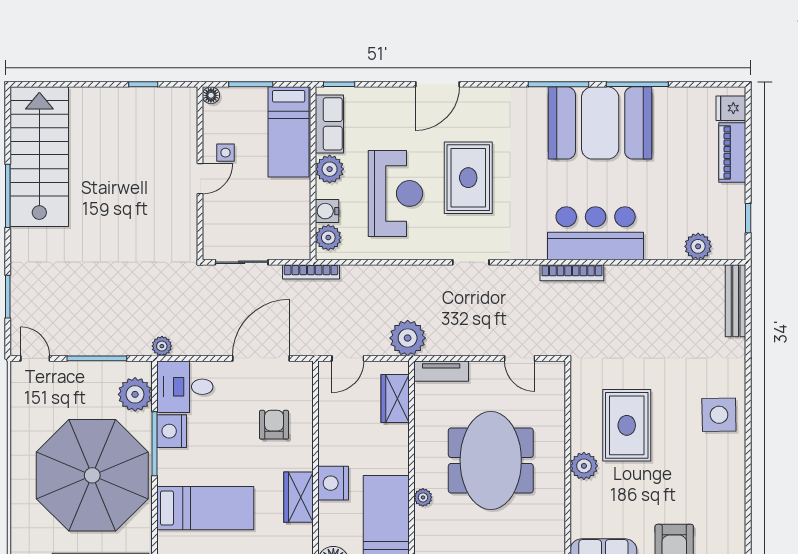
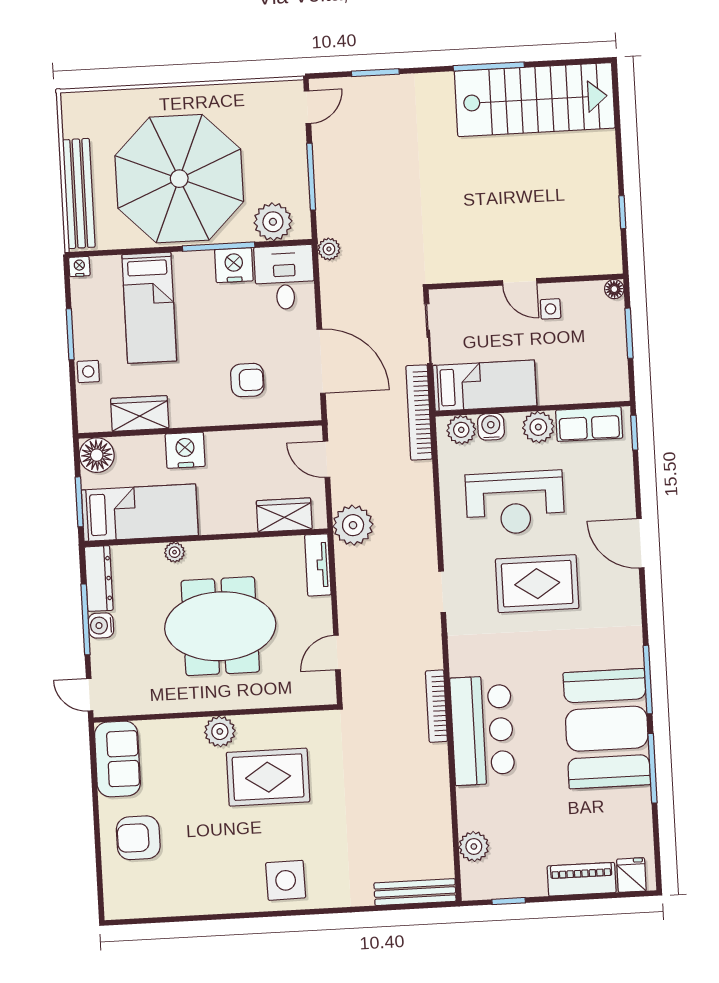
bed: (289, 132) -> (485, 386), moved, turned 180
bookcase: (311, 272) -> (419, 412), width x1.48, depth x1.31
wardrobe: (298, 497) -> (140, 413), moved

